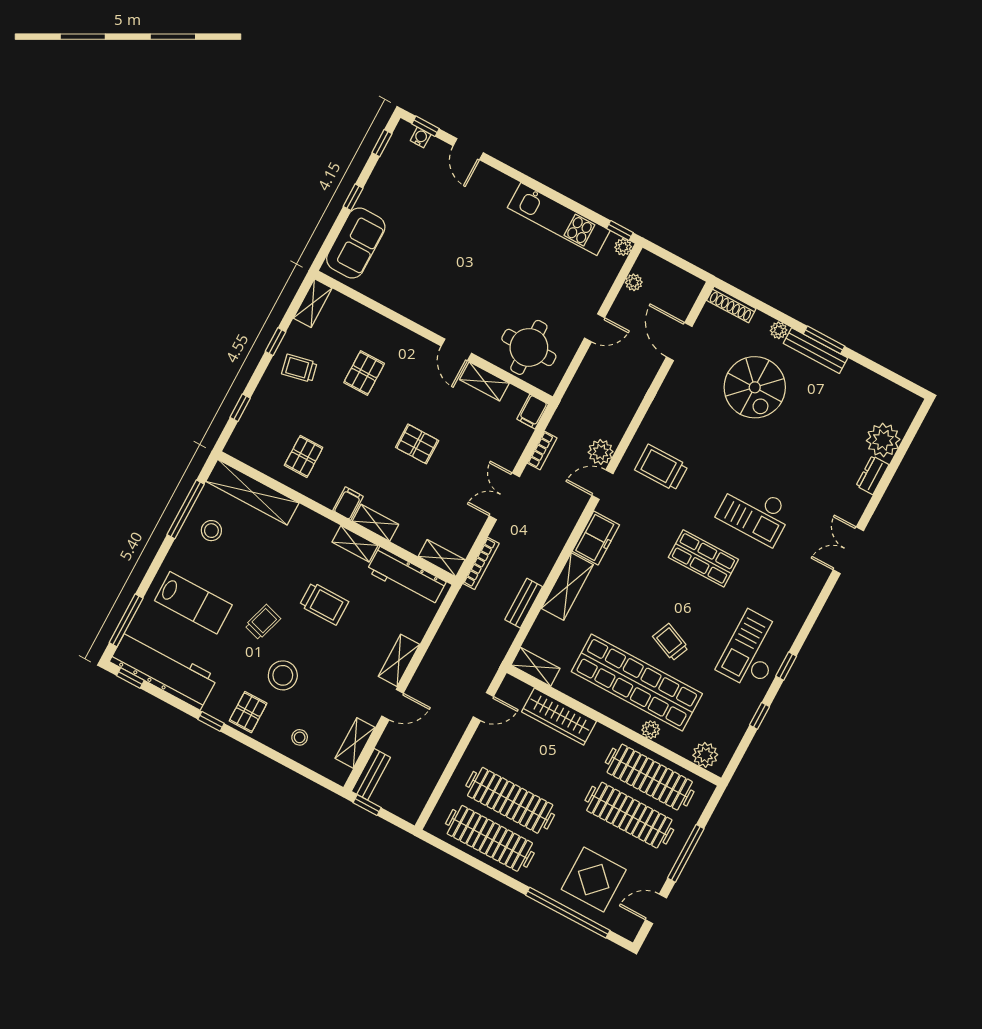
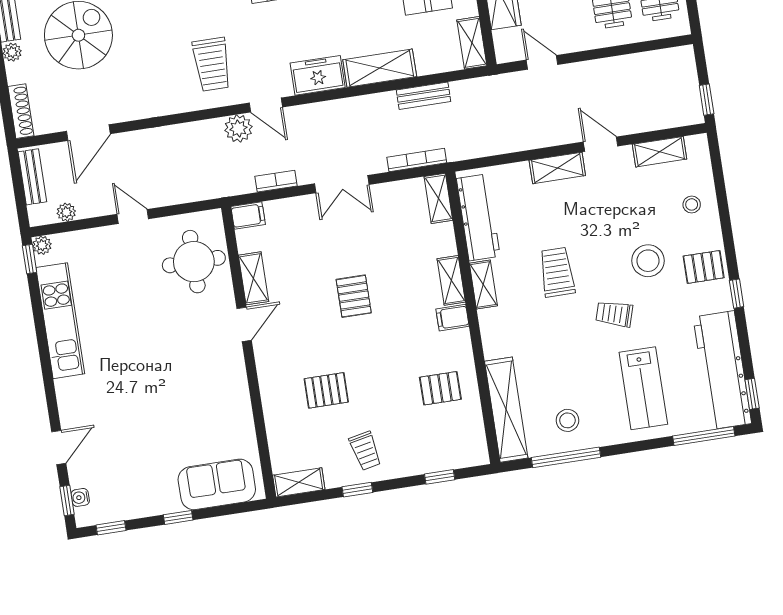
lab bench: (193, 603) -> (643, 388), turned 180
bench: (371, 774) -> (32, 177), moved, turned 90

